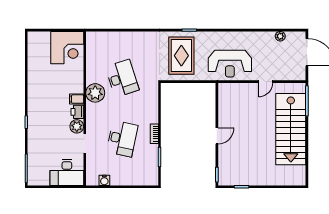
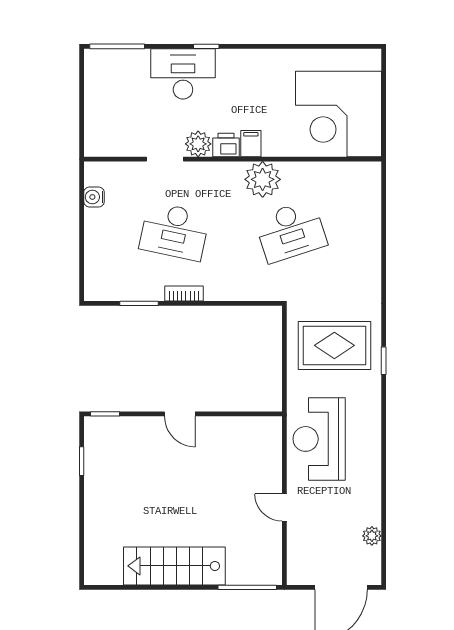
corner desk: (67, 48) -> (338, 114), width x1.36, depth x1.36
stairs: (291, 129) -> (174, 566), width x0.73, depth x0.66
desk: (67, 173) -> (183, 74), moved, turned 90

